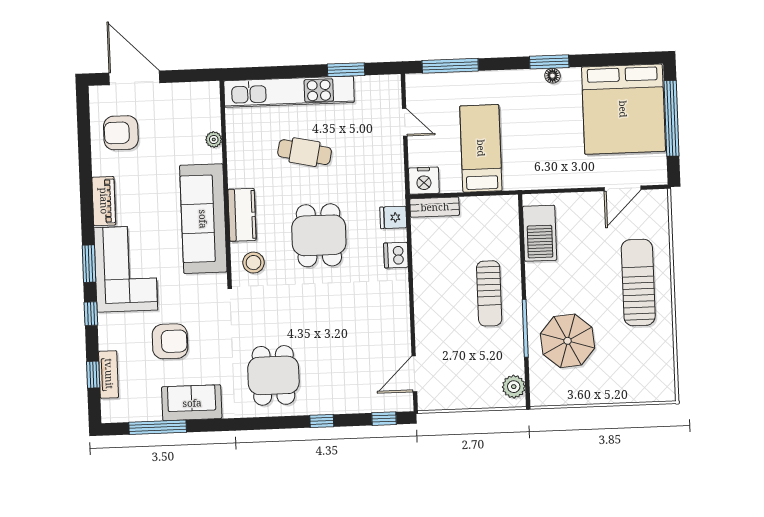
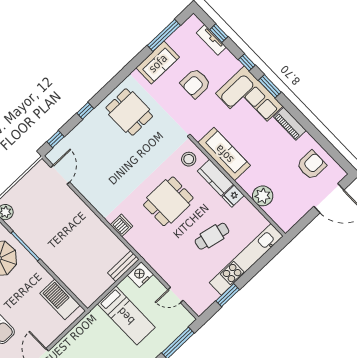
plant: (214, 139) -> (263, 196), width x1.88, depth x1.88
fridge: (393, 217) -> (233, 196), moved, turned 180
sofa: (203, 219) -> (224, 154), width x0.74, depth x0.79
dining table: (319, 235) -> (168, 201), turned 90
sun lounger: (489, 293) -> (58, 247), removed

